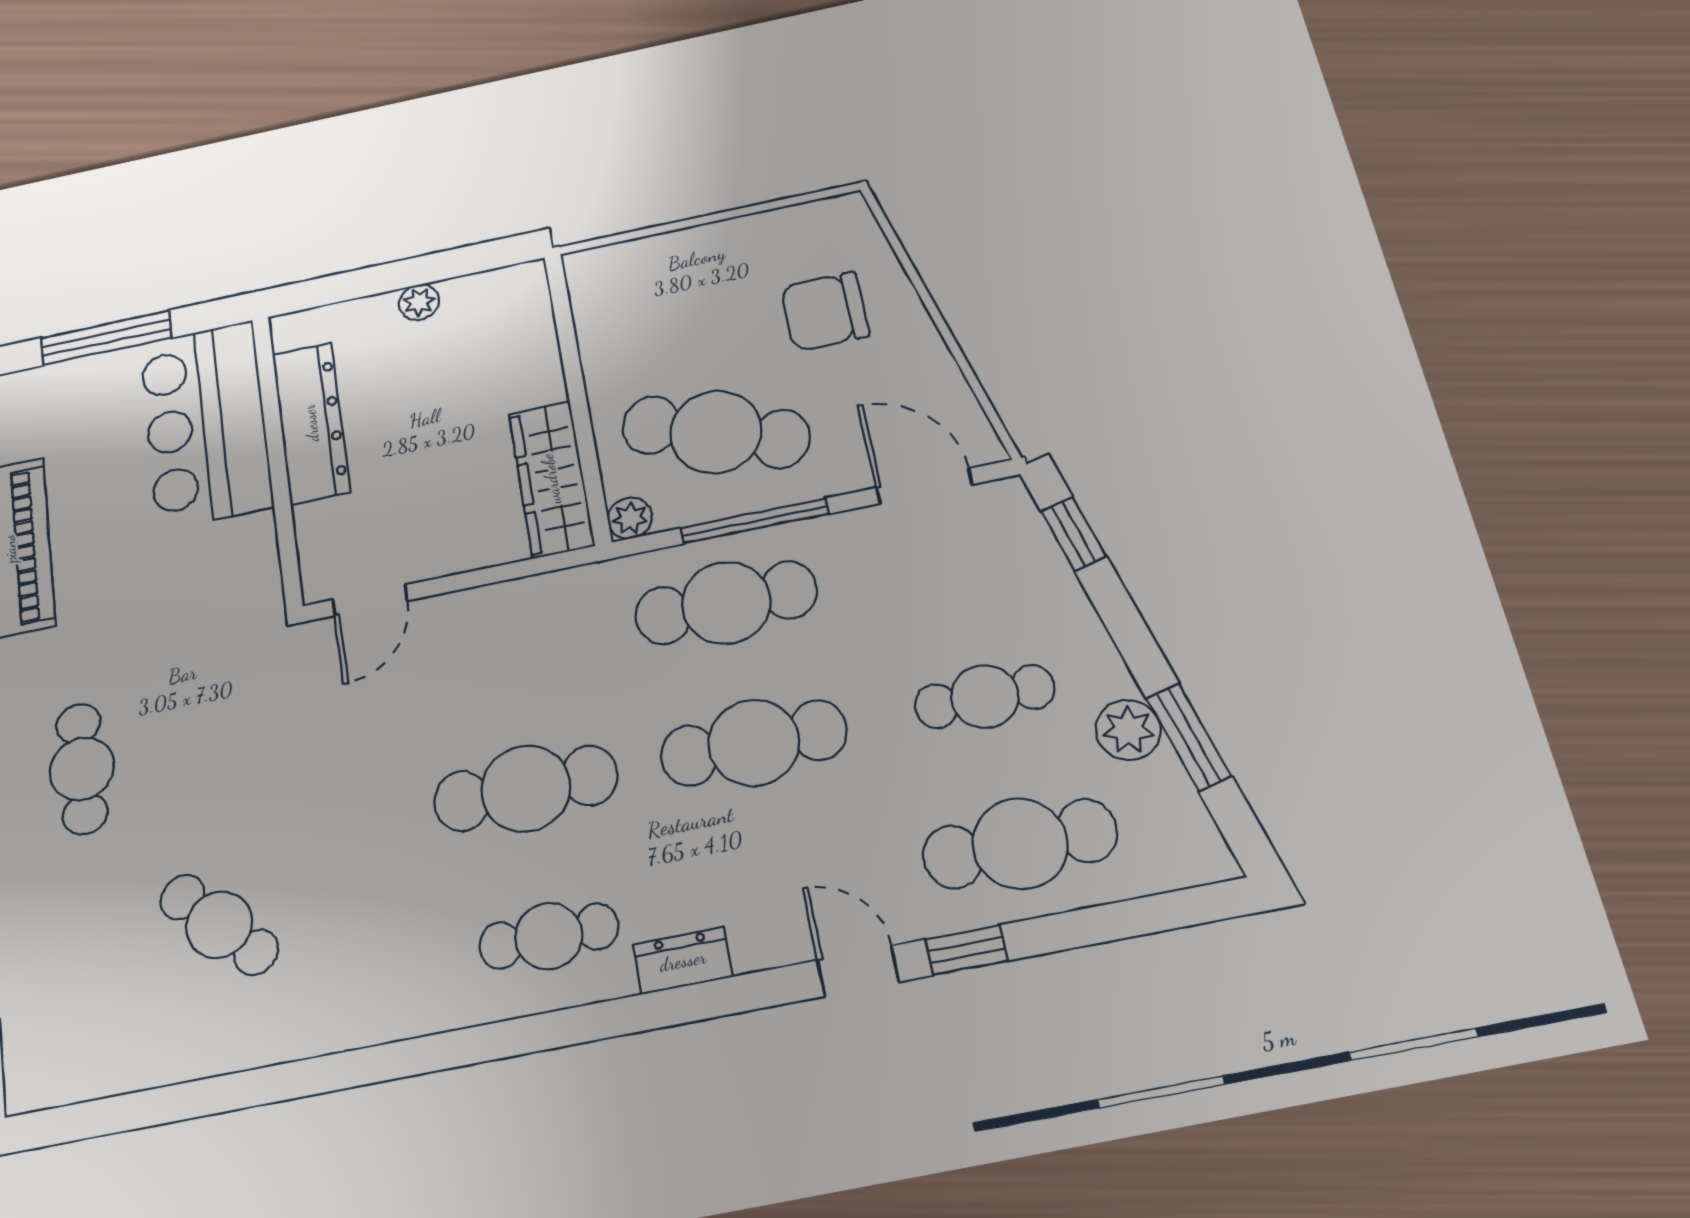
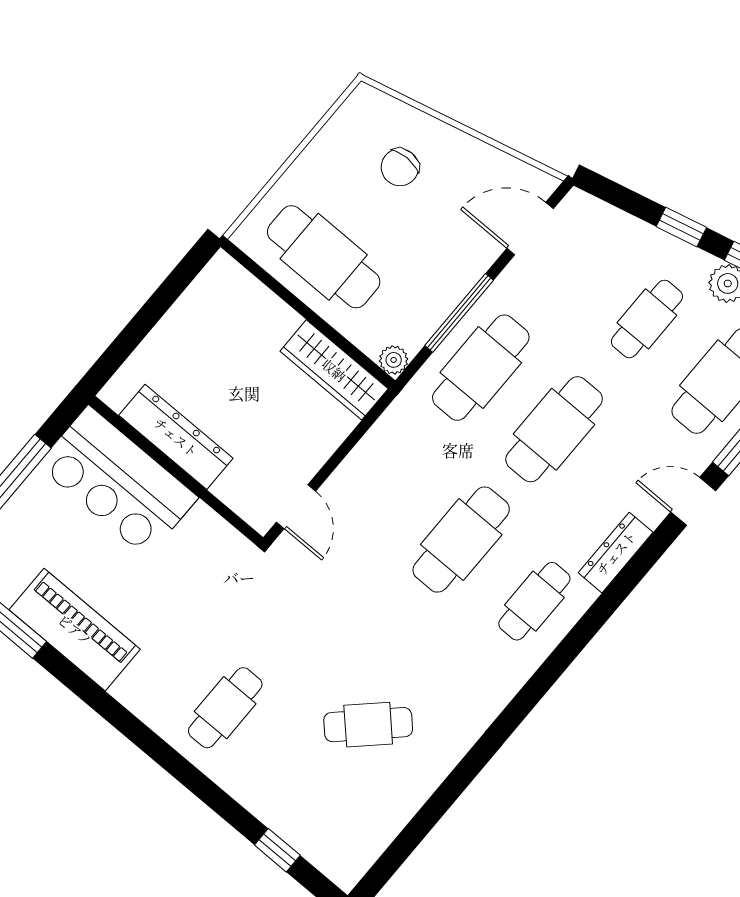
plant: (419, 302) -> (173, 325), removed
chair: (825, 311) -> (400, 167), width x0.73, depth x0.73
cafe table: (716, 432) -> (324, 257), moved, turned 70
window: (1074, 534) -> (681, 227), moved
cafe table: (82, 769) -> (225, 708), turned 90
dresser: (683, 961) -> (616, 553), width x1.44

